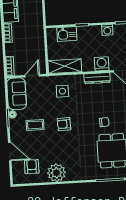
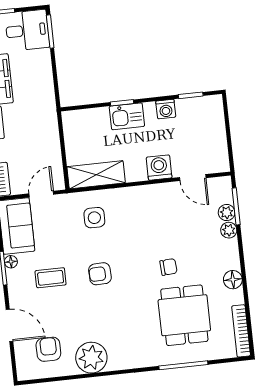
kitchen sink: (67, 34) -> (127, 116), moved
dresser: (97, 78) -> (153, 193), removed

